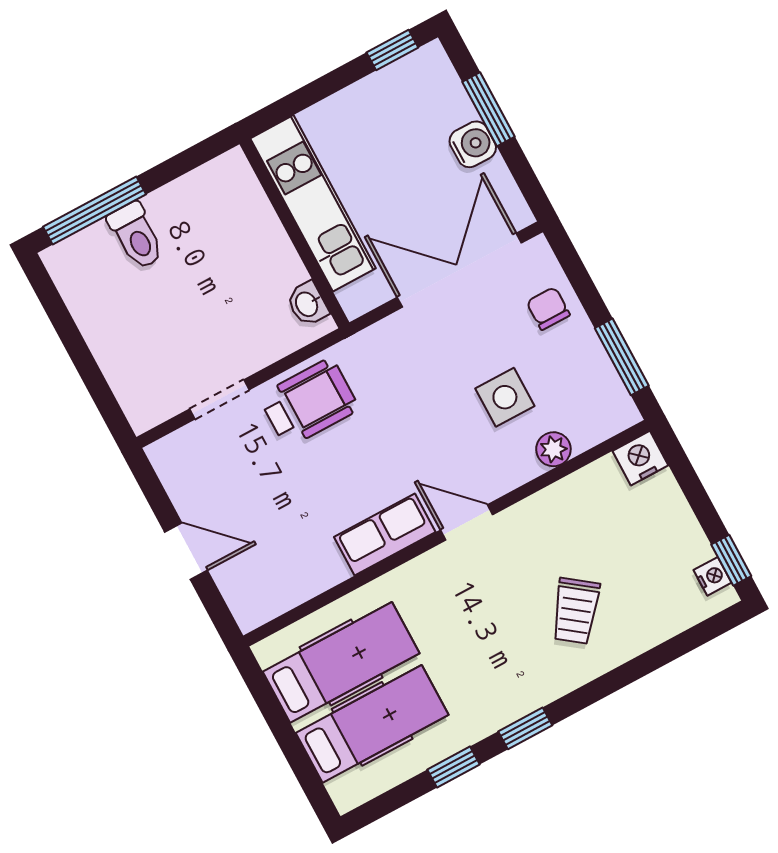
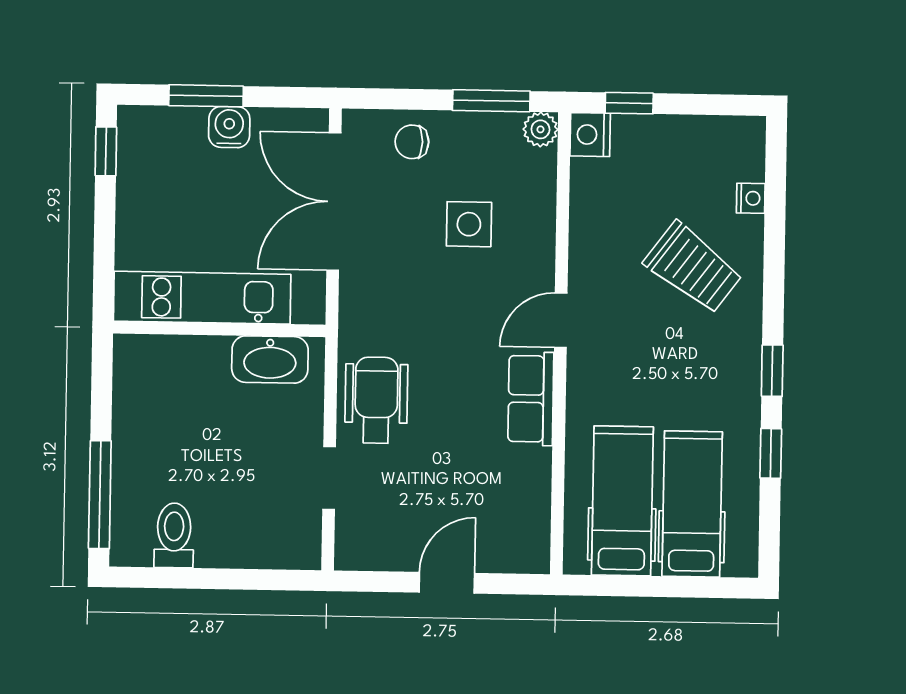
toilet: (136, 236) -> (174, 535), moved, turned -90
washbasin: (307, 304) -> (270, 359), width x1.91, depth x1.45
plant: (553, 449) -> (540, 129), moved
window: (731, 560) -> (629, 103), moved
nightstand: (713, 576) -> (751, 198), moved, turned 90
trolley: (576, 611) -> (693, 268), width x1.36, depth x1.39

